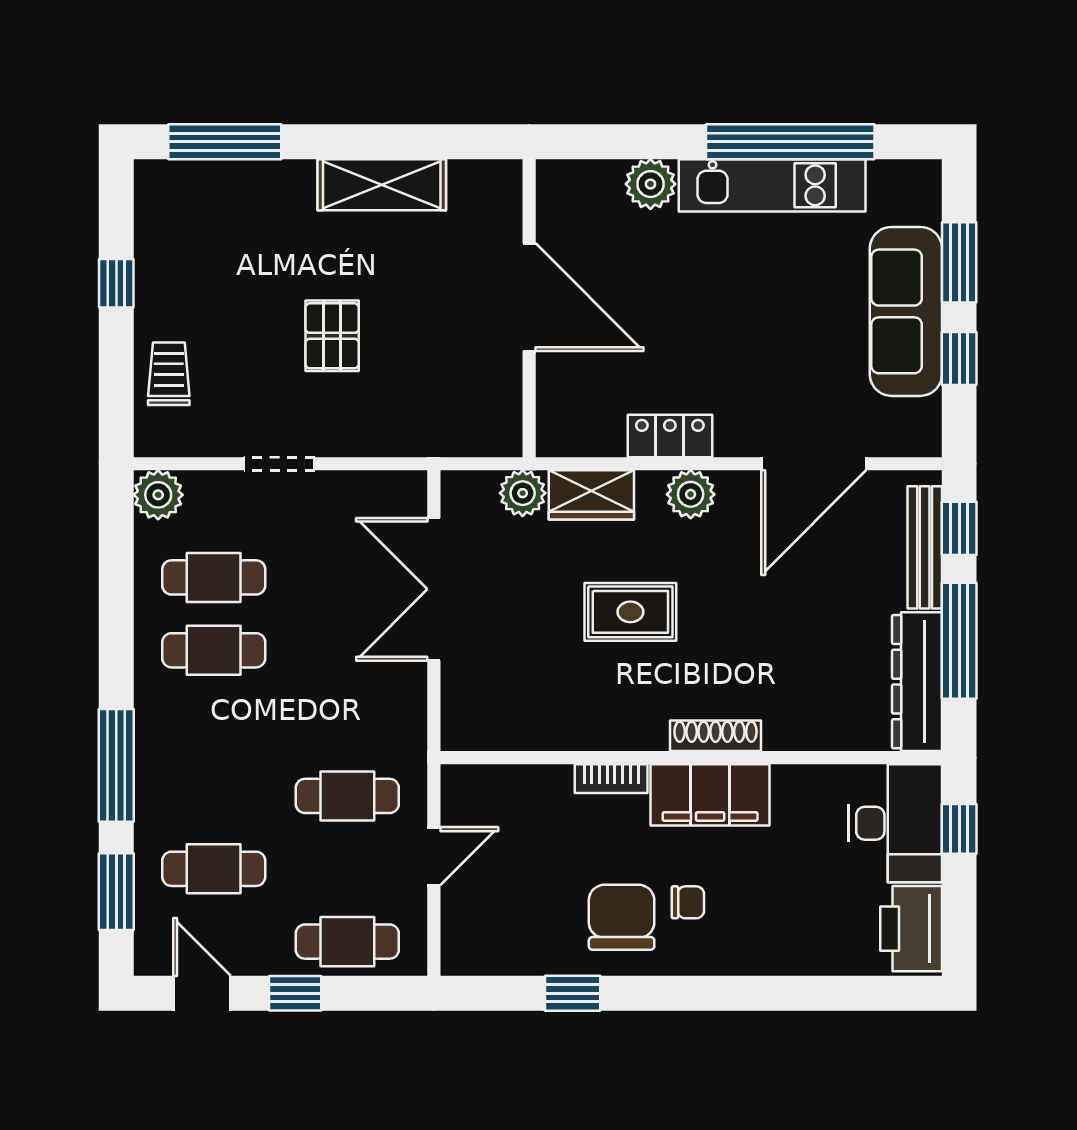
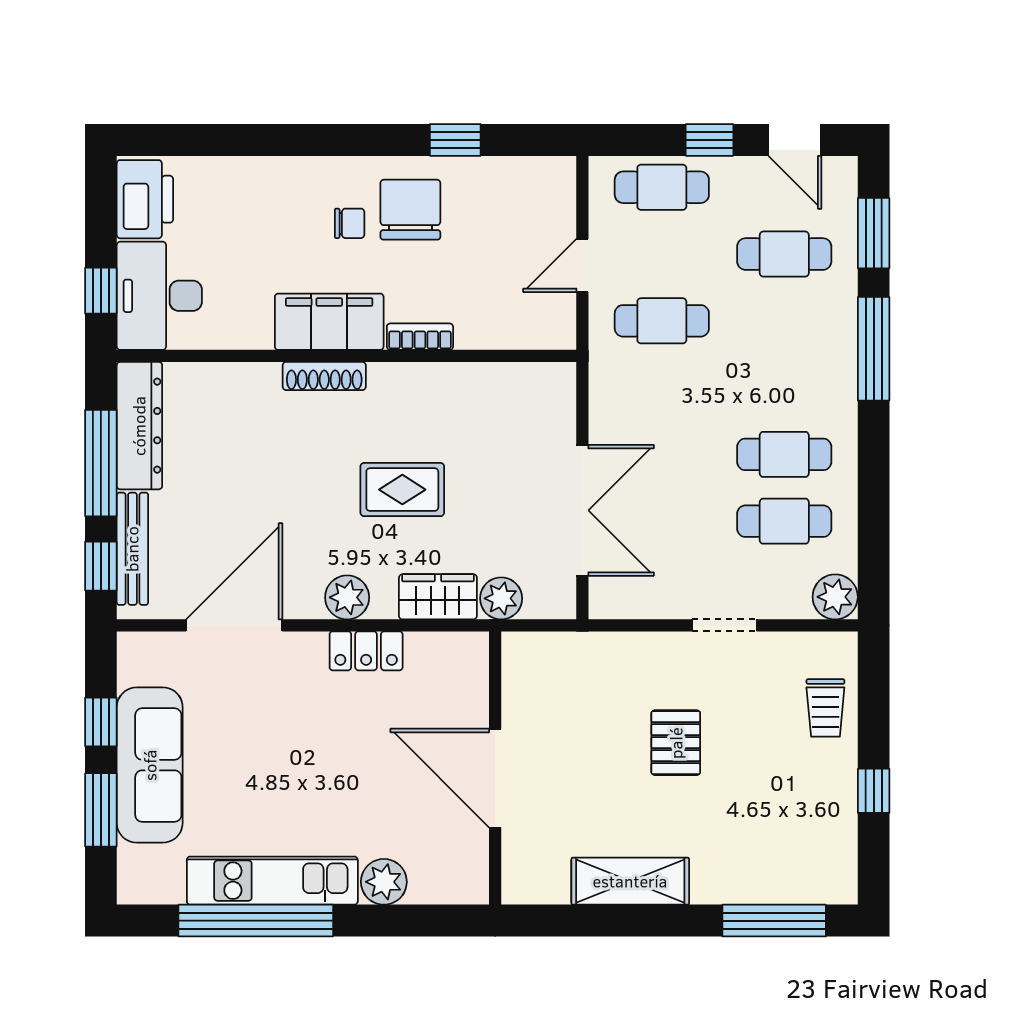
chair: (688, 902) -> (350, 223), turned 180
chair: (622, 917) -> (410, 210), turned 180

